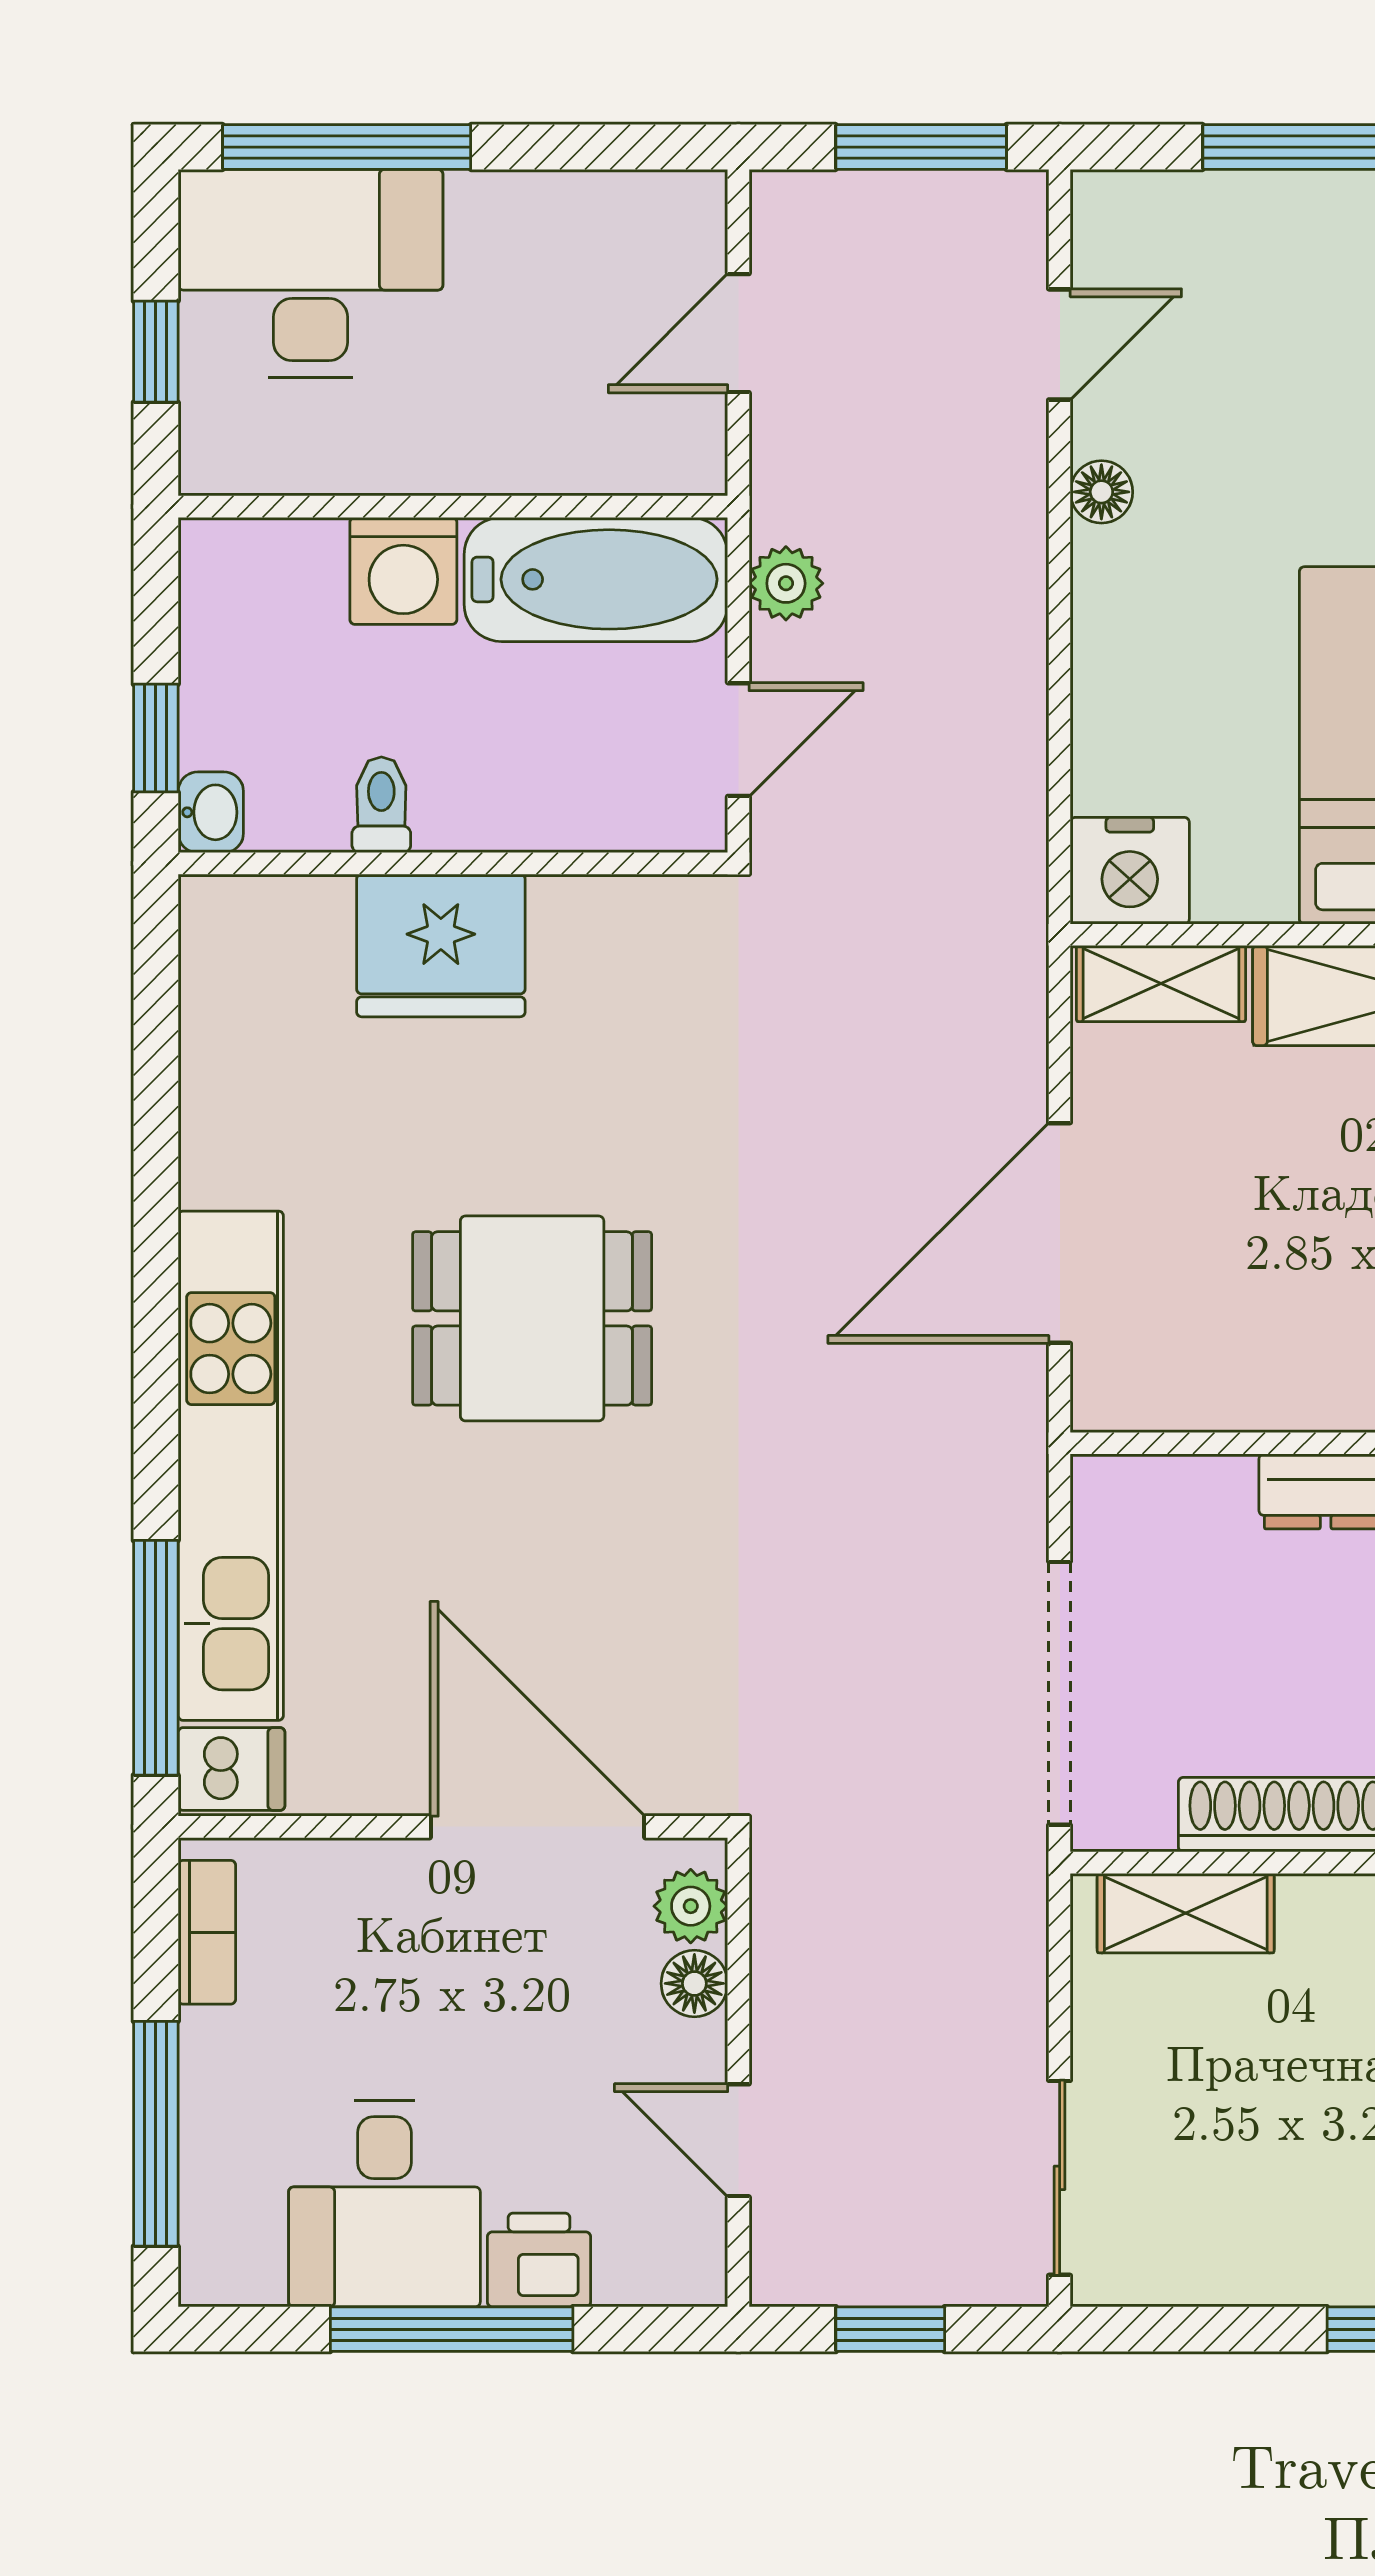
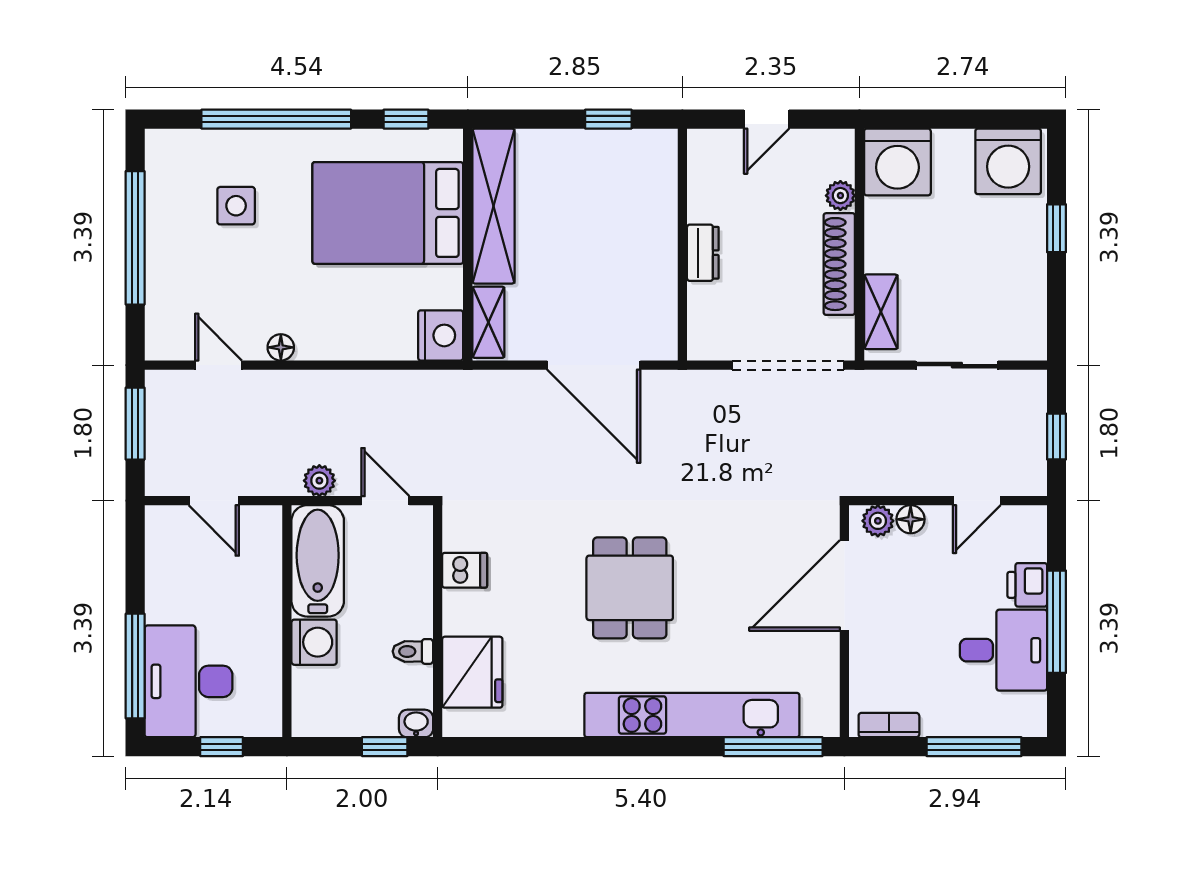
fridge: (441, 945) -> (472, 672), moved
dishwasher: (232, 1769) -> (465, 570), moved, turned 90
sliding door: (1060, 2178) -> (957, 365), moved

